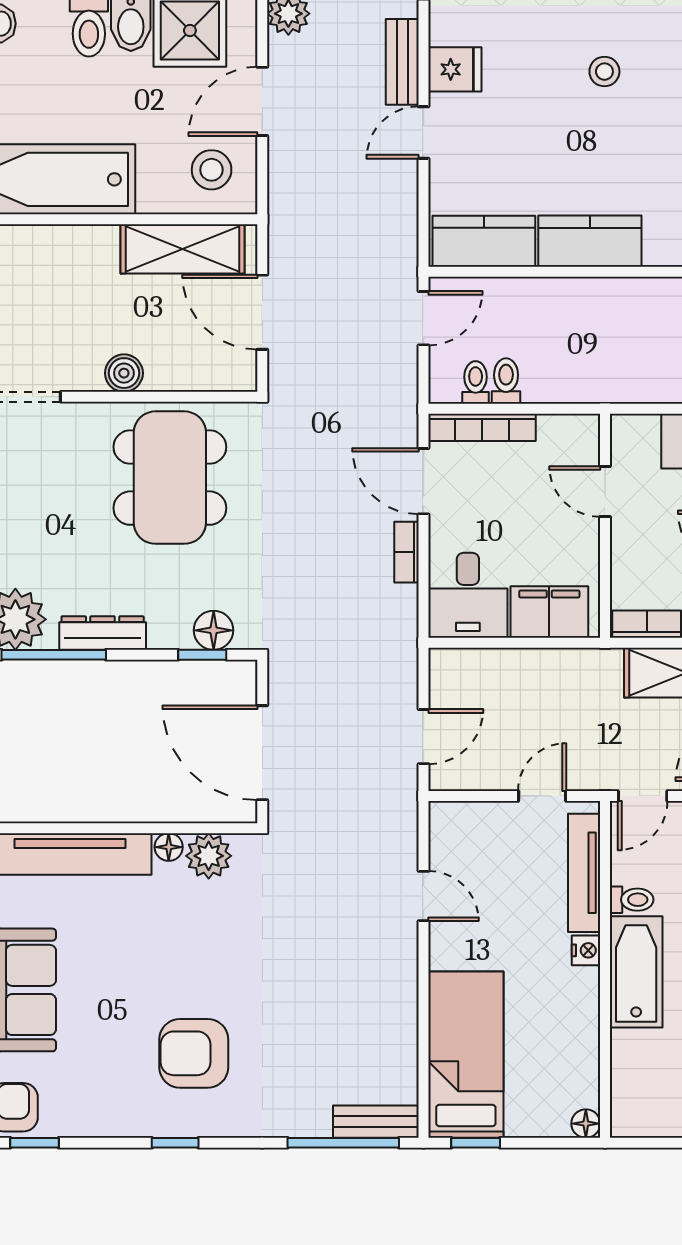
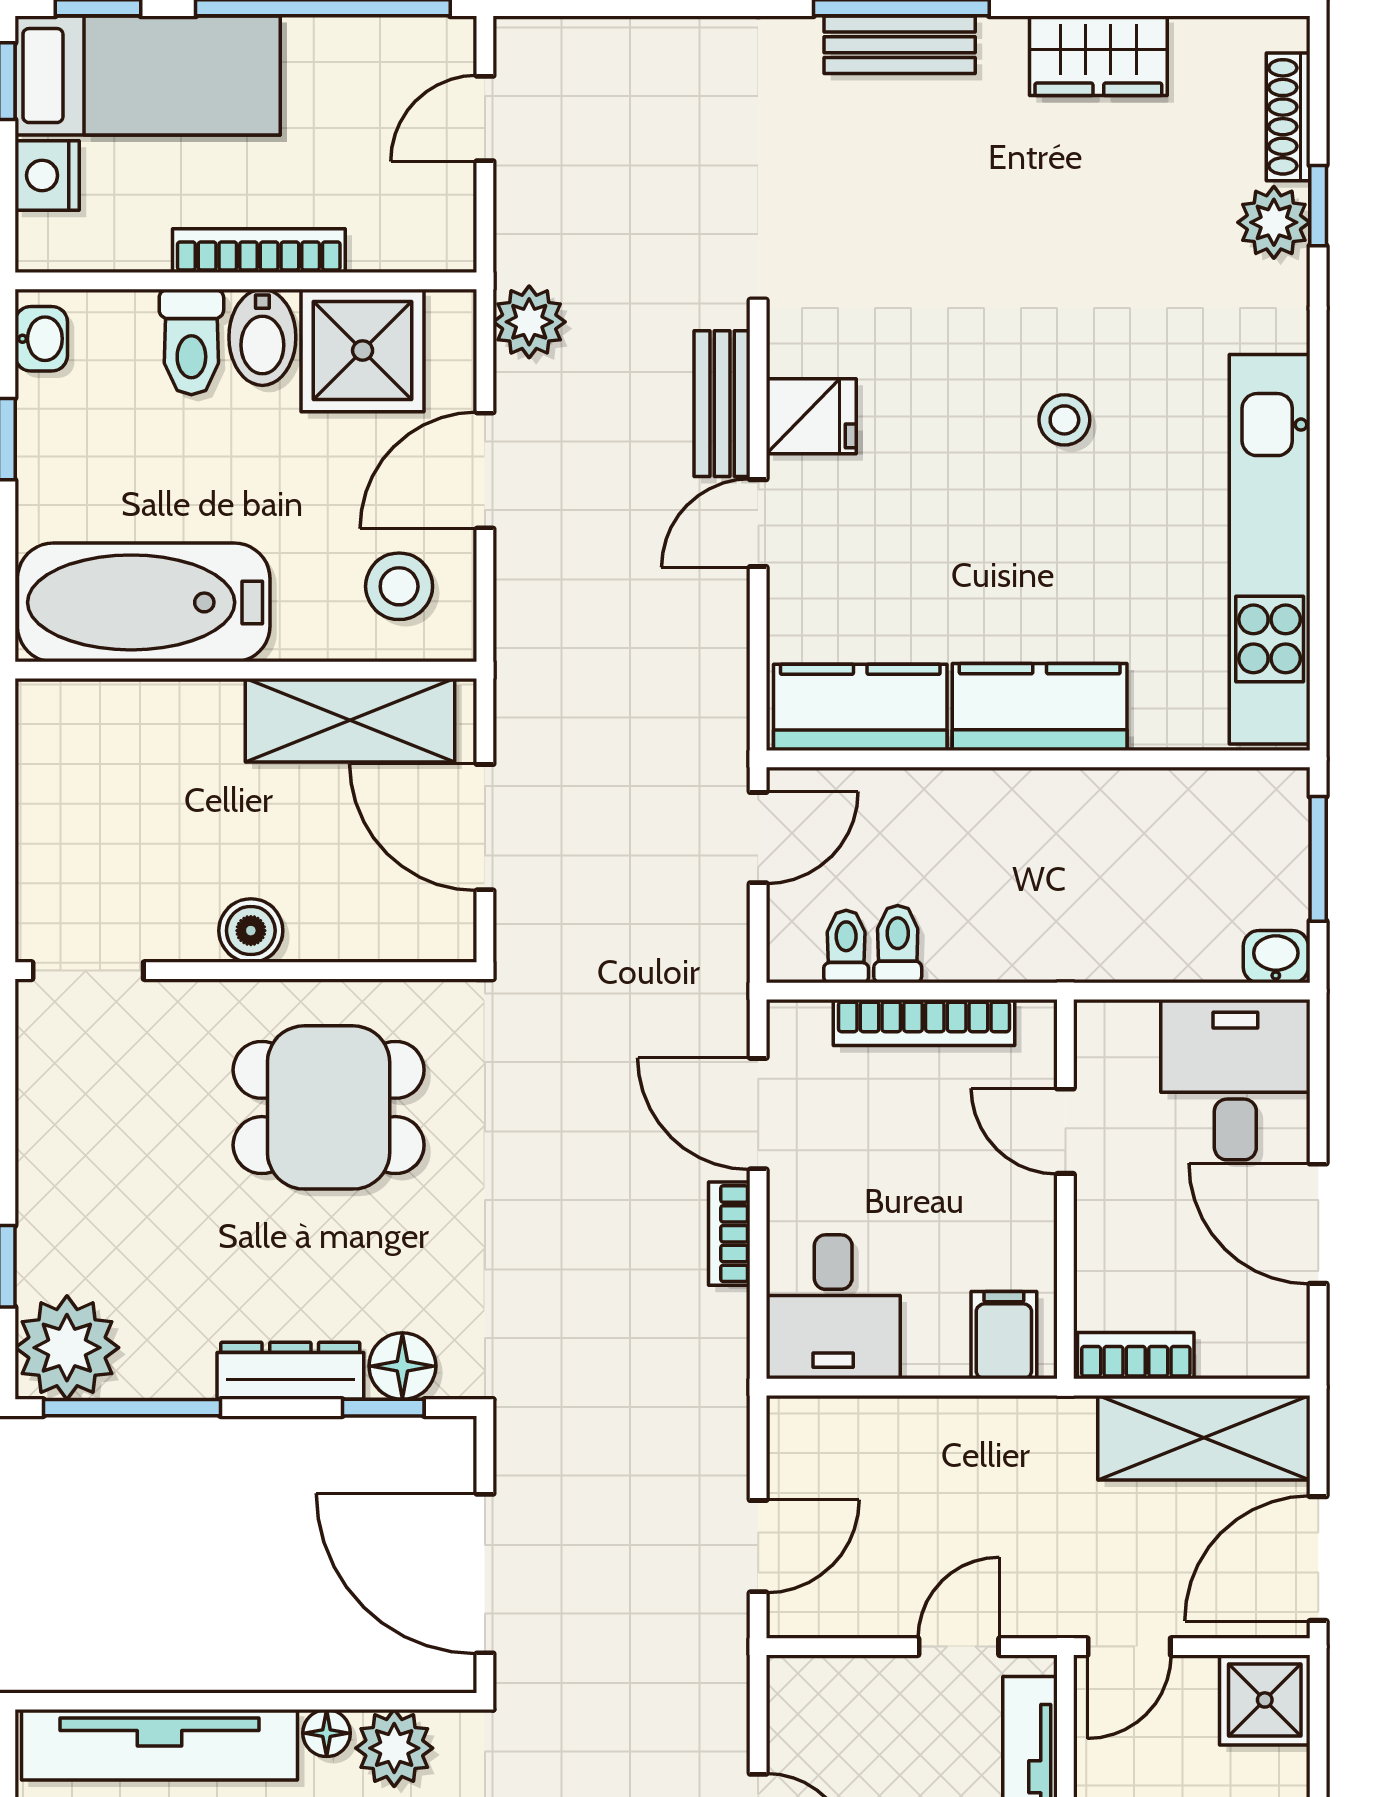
bookcase: (482, 427) -> (924, 1022), moved
dining table: (170, 478) -> (329, 1107), width x0.73
filing cabinet: (549, 612) -> (1004, 1335), width x0.50
dresser: (103, 633) -> (290, 1371), moved

